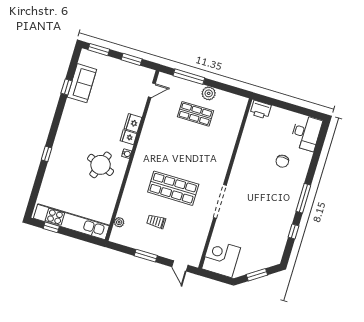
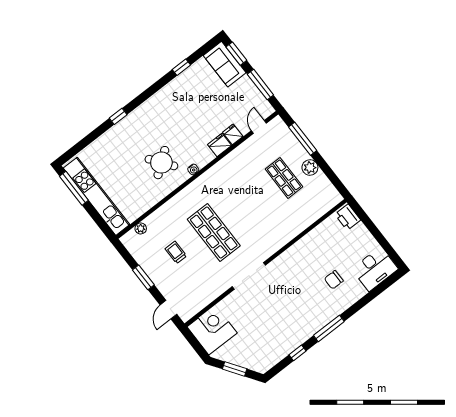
window: (132, 59) -> (260, 85), width x1.44
sofa: (82, 83) -> (225, 64), moved, turned 90
door: (152, 90) -> (259, 127), swing flipped
fridge: (128, 137) -> (233, 134), moved
round table: (101, 165) -> (161, 163), turned 33
window: (51, 227) -> (74, 188), width x2.17

